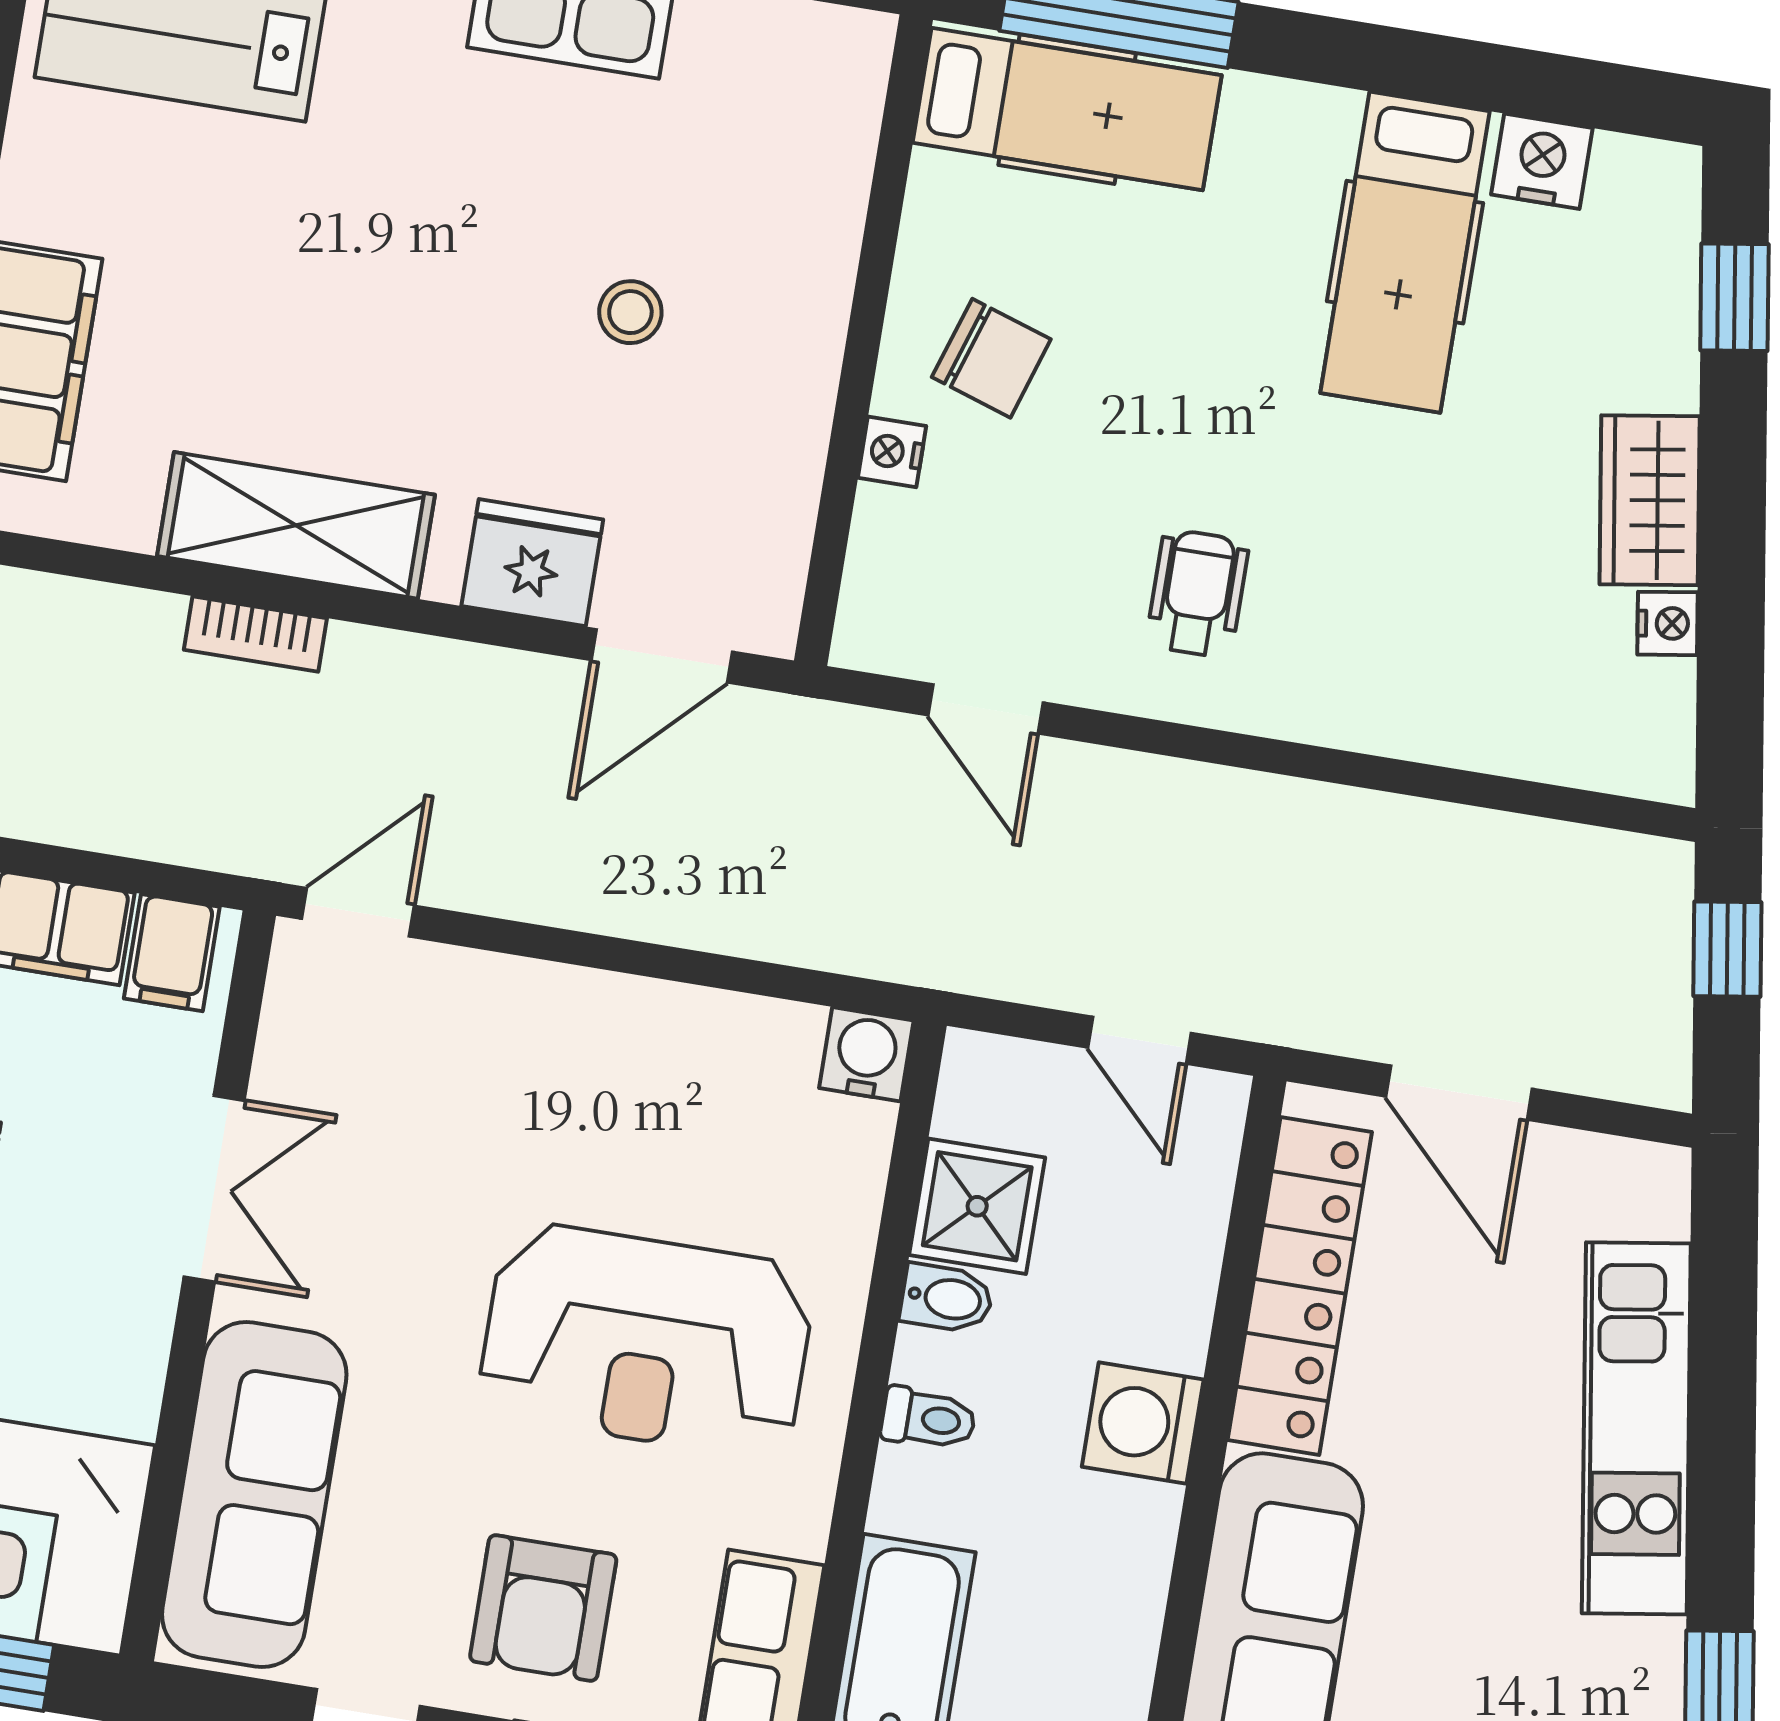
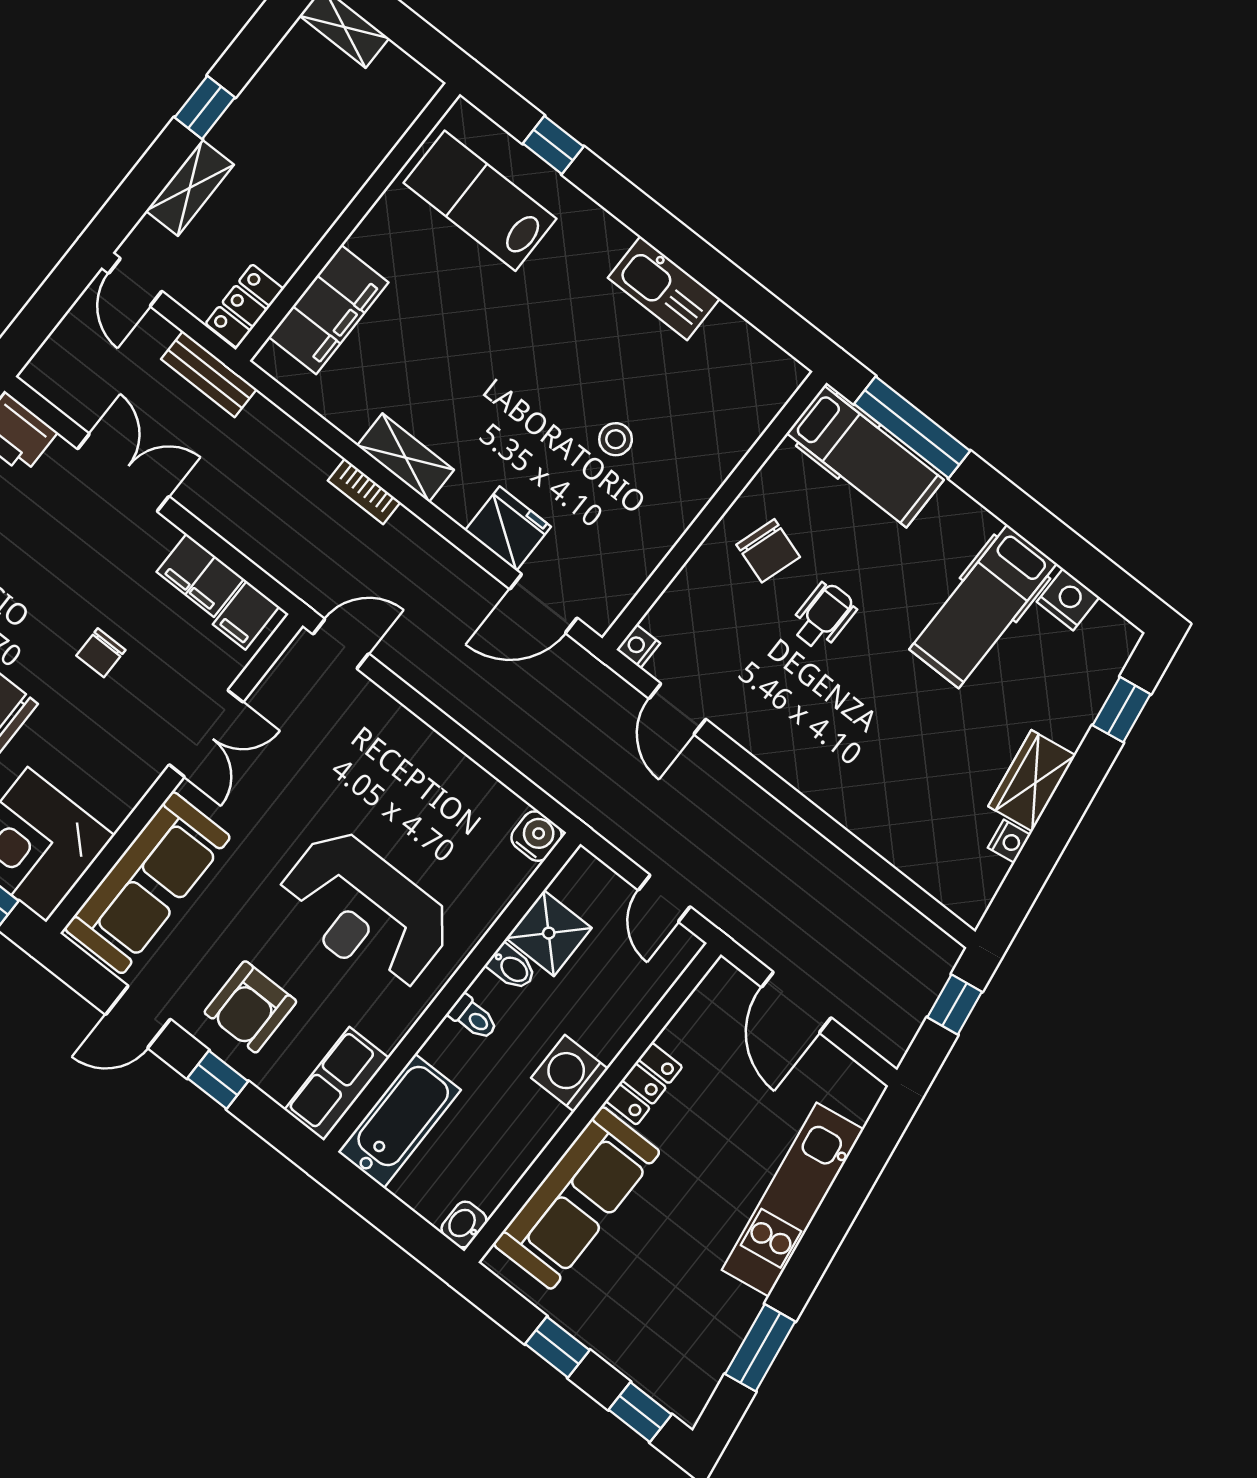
nightstand: (892, 452) -> (638, 646), moved
shelving: (296, 525) -> (406, 458), width x0.67, depth x0.75
wheelchair: (1197, 593) -> (823, 616), moved
locker: (1300, 1286) -> (644, 1084), width x0.46, depth x0.83

